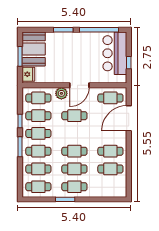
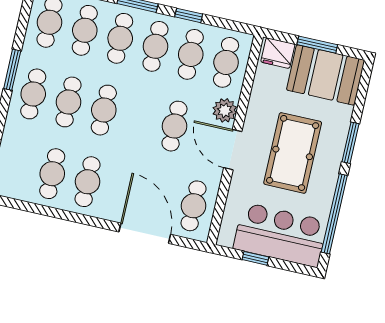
pool table: (74, 56) -> (293, 153), added

